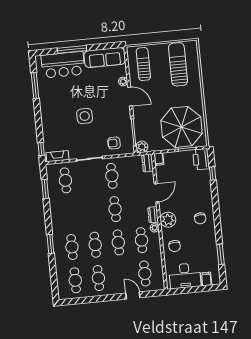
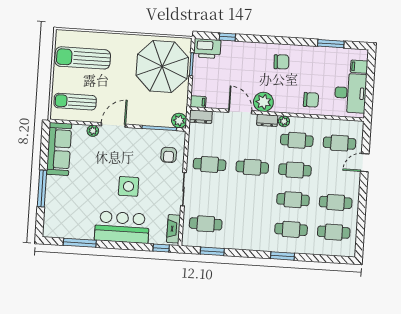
bar counter: (63, 65) -> (122, 227), moved, turned -90
plant: (168, 220) -> (263, 102), moved

